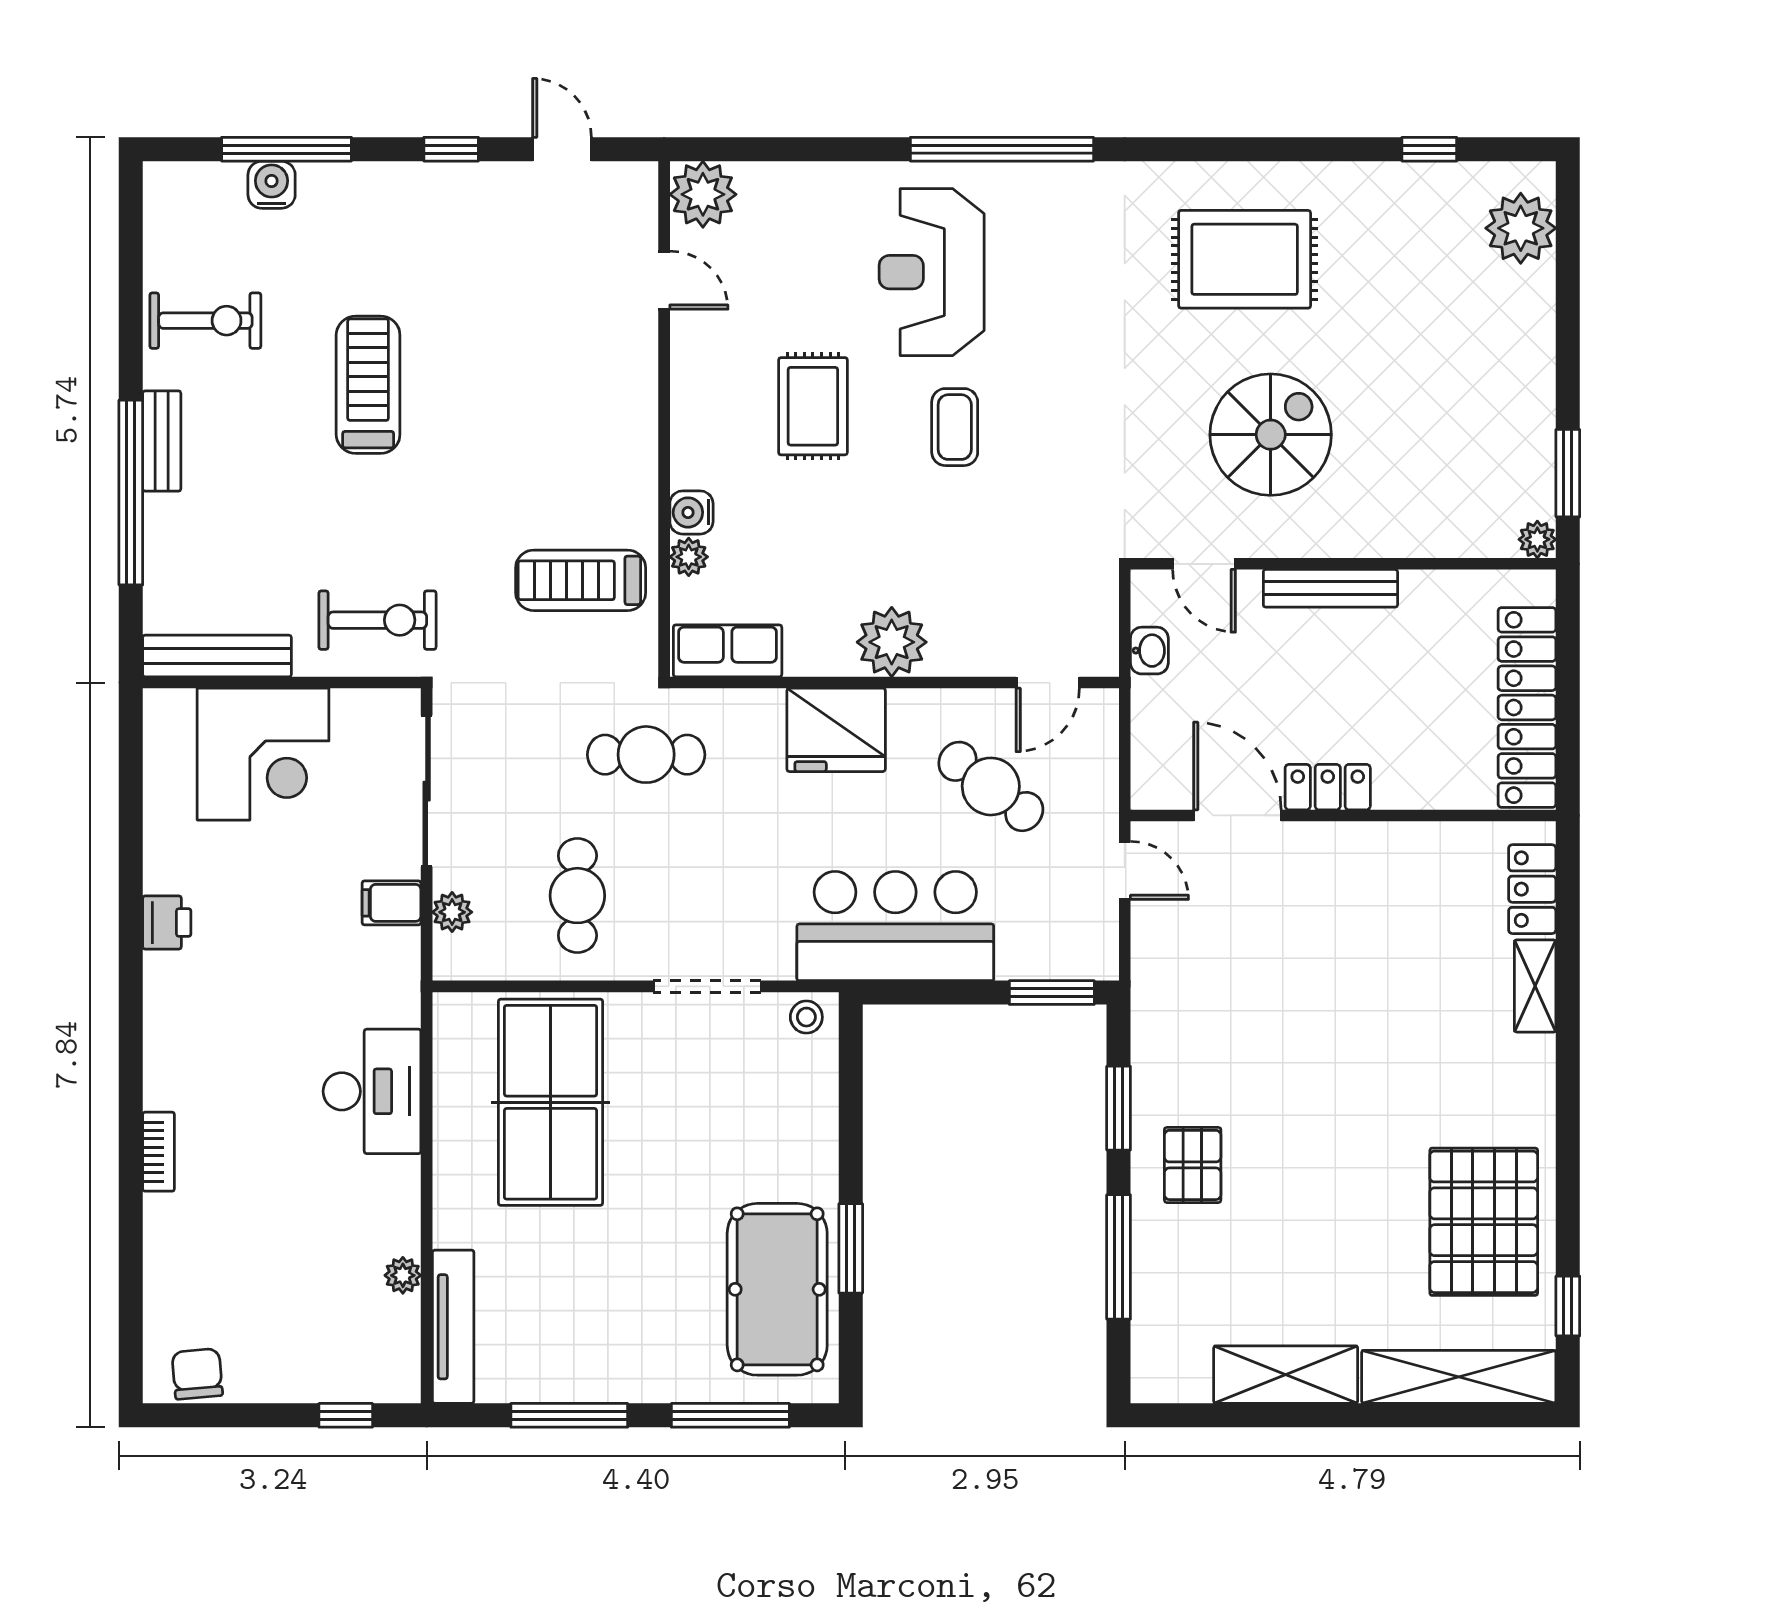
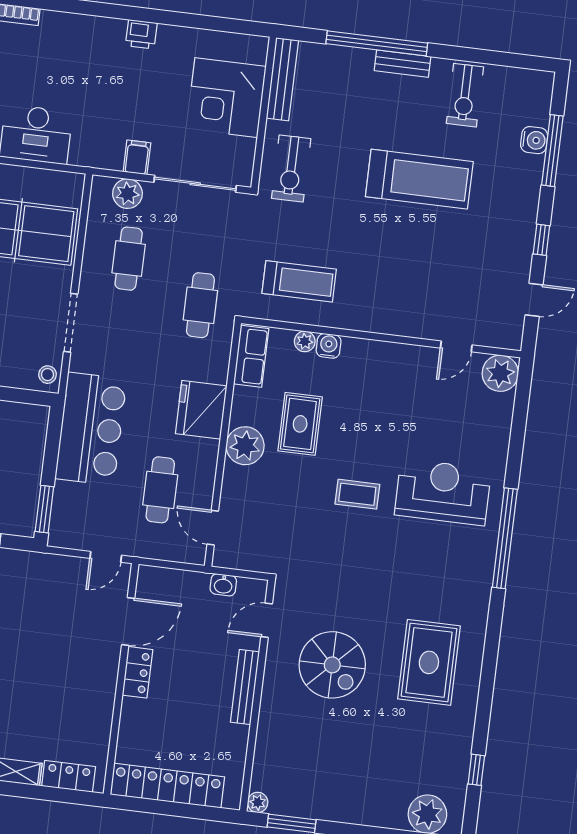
treadmill: (368, 385) -> (419, 179), width x1.37, depth x1.38
rug: (813, 406) -> (300, 424), moved, turned 90
treadmill: (581, 580) -> (299, 281), turned 90
cafe table: (991, 786) -> (160, 490), turned -37
cafe table: (577, 896) -> (129, 259), turned 90
plant: (452, 912) -> (128, 194), width x1.38, depth x1.38

